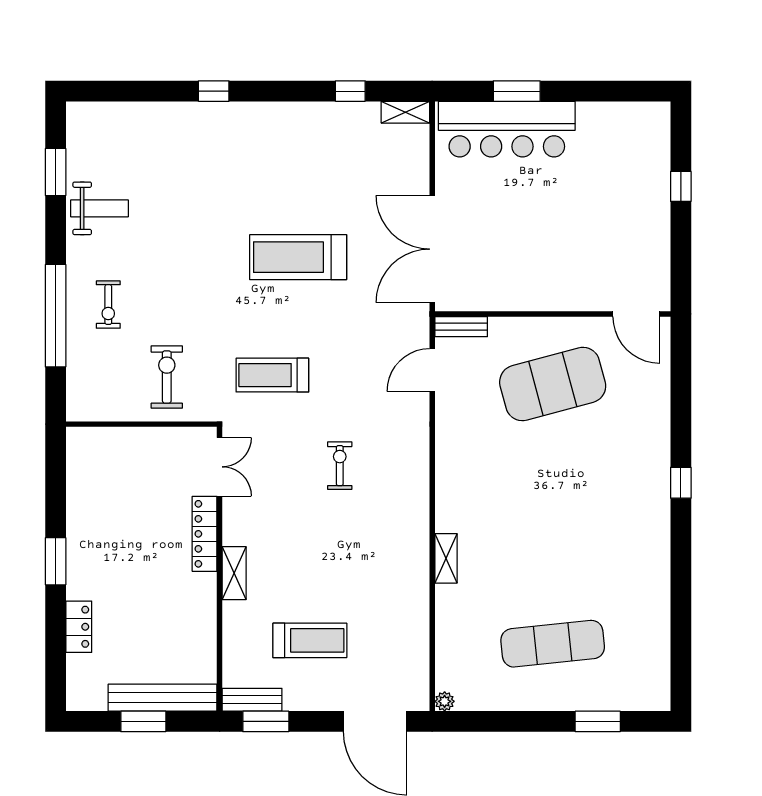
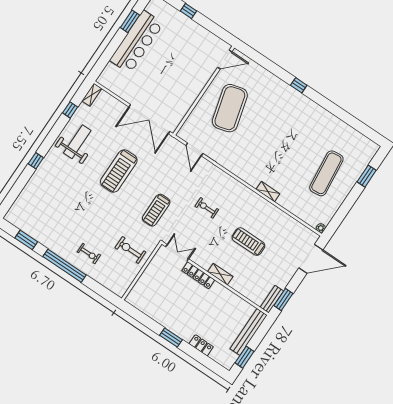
window: (517, 91) -> (130, 21), moved
bar counter: (507, 129) -> (137, 42), moved
weight bench: (99, 208) -> (77, 142), moved, width x1.36, depth x1.33
window: (56, 316) -> (65, 266), moved
bench: (461, 327) -> (186, 128), removed
treadmill: (310, 640) -> (248, 242), moved, turned -90
window: (143, 721) -> (244, 357), moved

